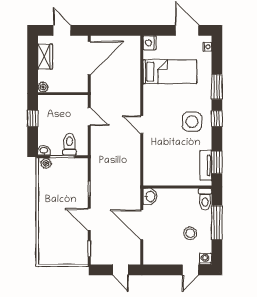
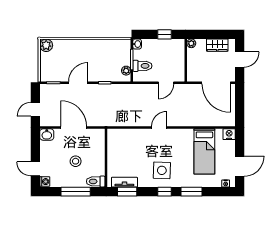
plant: (46, 163) -> (126, 71), moved
washbasin: (150, 196) -> (47, 135), moved
door: (142, 225) -> (74, 128), hinge flipped
stool: (190, 233) -> (76, 161), moved
plant: (45, 257) -> (46, 45), added

